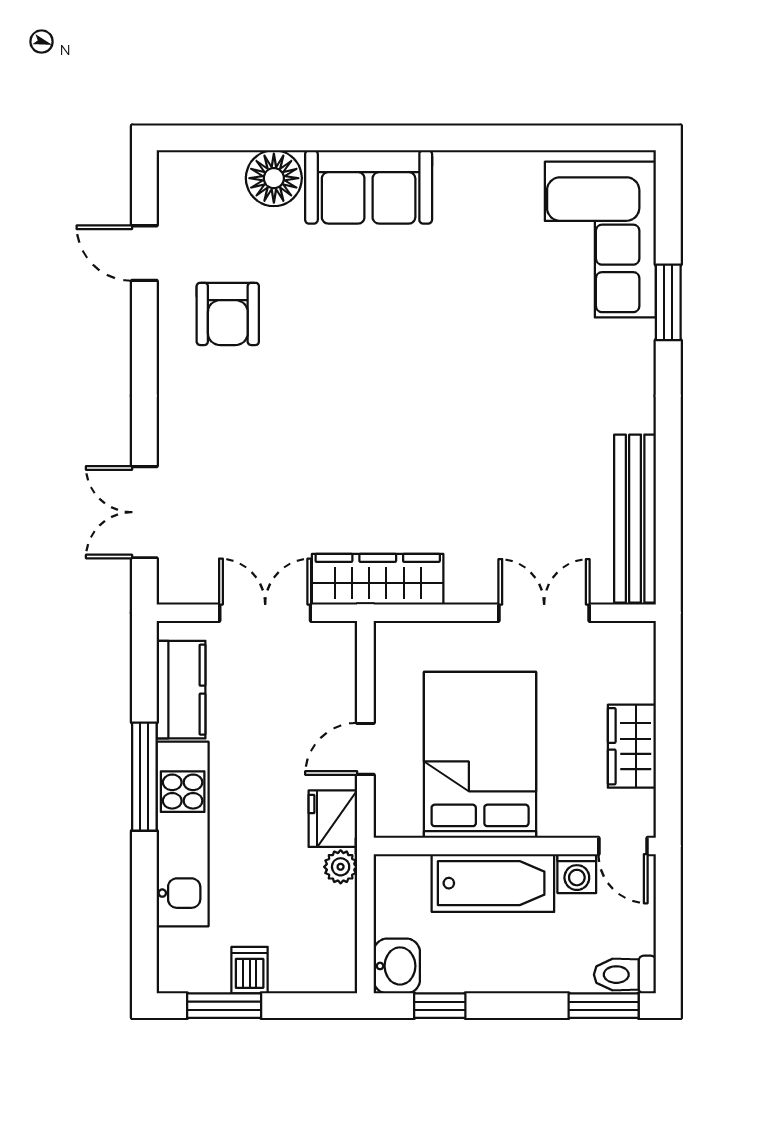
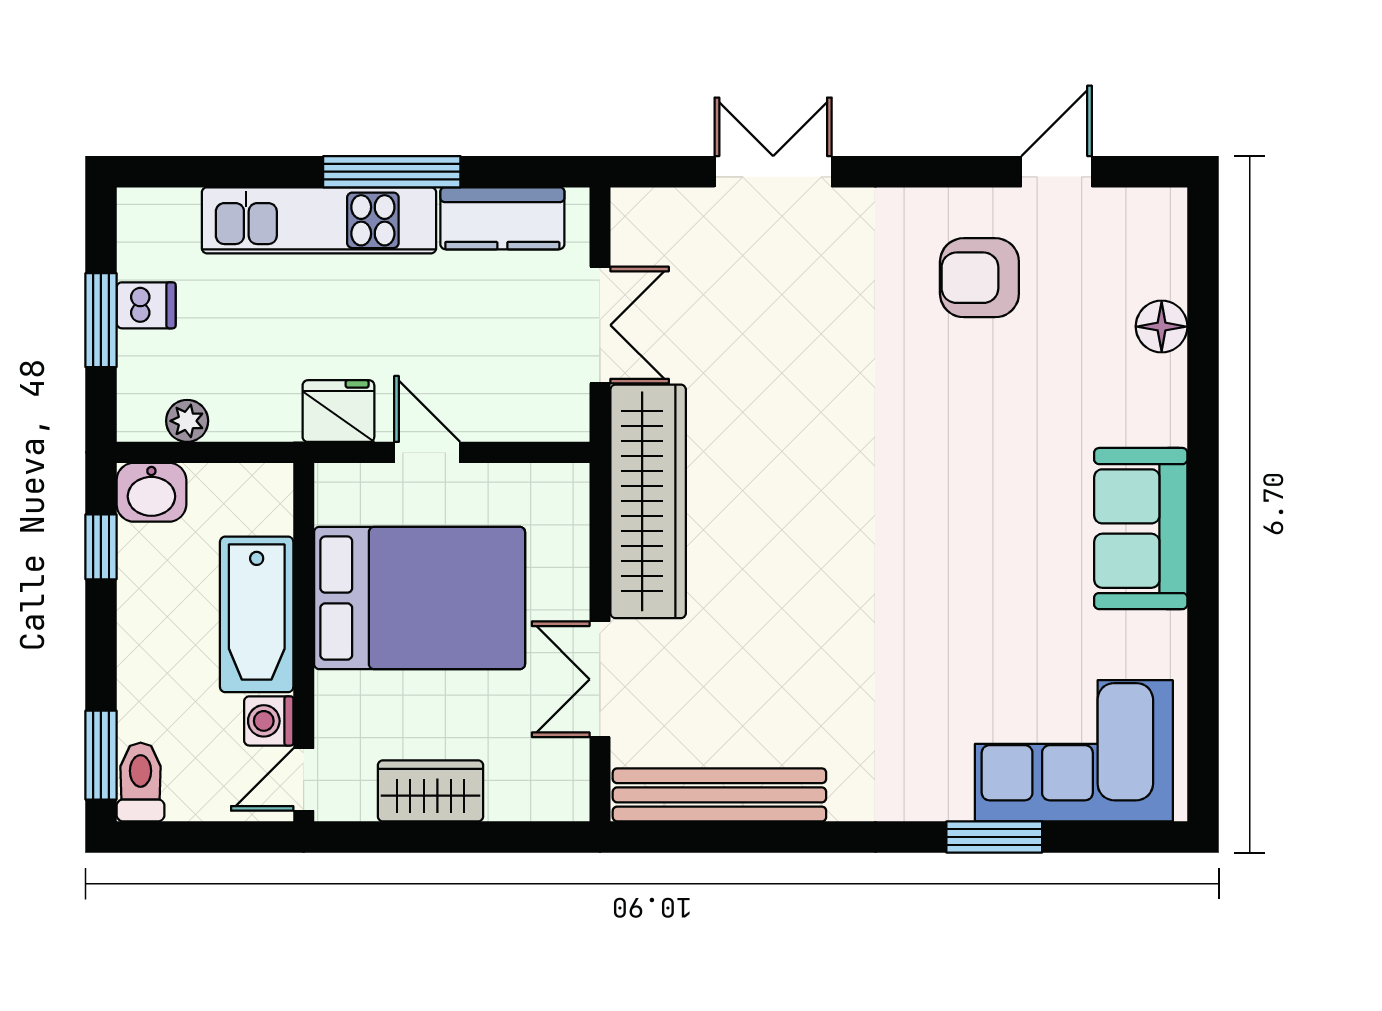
floor lamp: (274, 178) -> (1162, 327), width x0.73, depth x0.73
sofa: (369, 187) -> (1141, 529), moved
double door: (144, 512) -> (773, 172), moved
wardrobe: (378, 579) -> (648, 501), width x1.40, depth x1.17
double door: (544, 613) -> (600, 679), swing flipped
plant: (341, 867) -> (187, 421), moved
window: (224, 1006) -> (101, 320), moved

